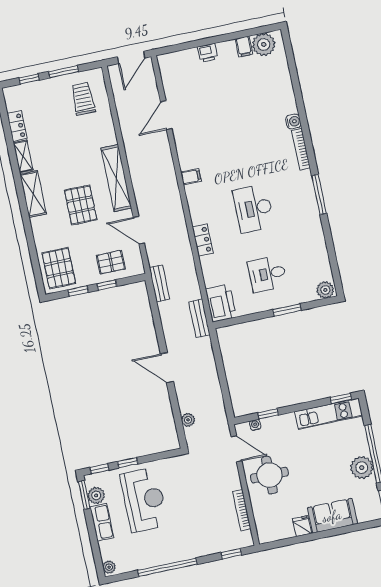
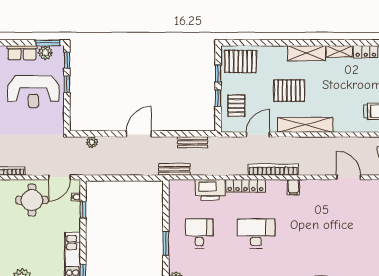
bookcase: (176, 204) -> (273, 170), added
locker: (203, 240) -> (245, 186), width x1.53
bench: (159, 284) -> (192, 142), moved
printer: (221, 303) -> (210, 190), moved

